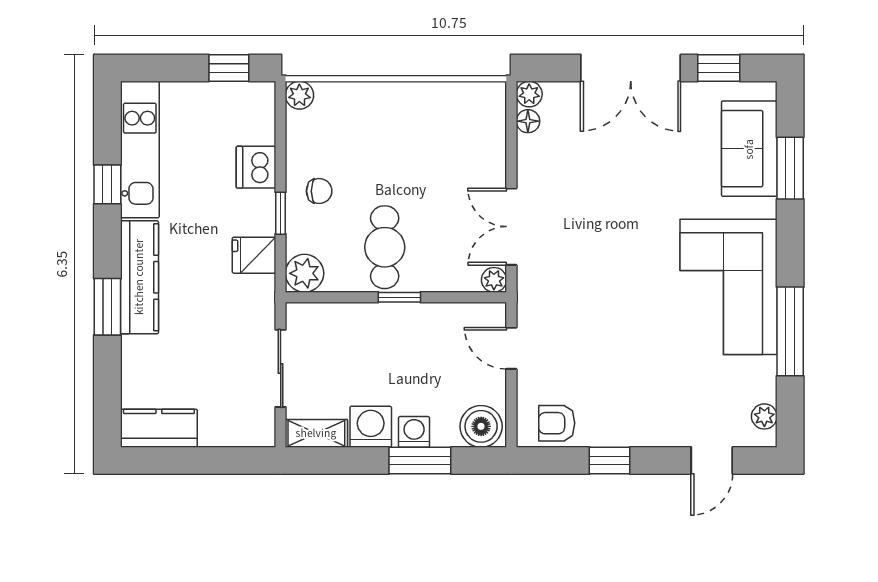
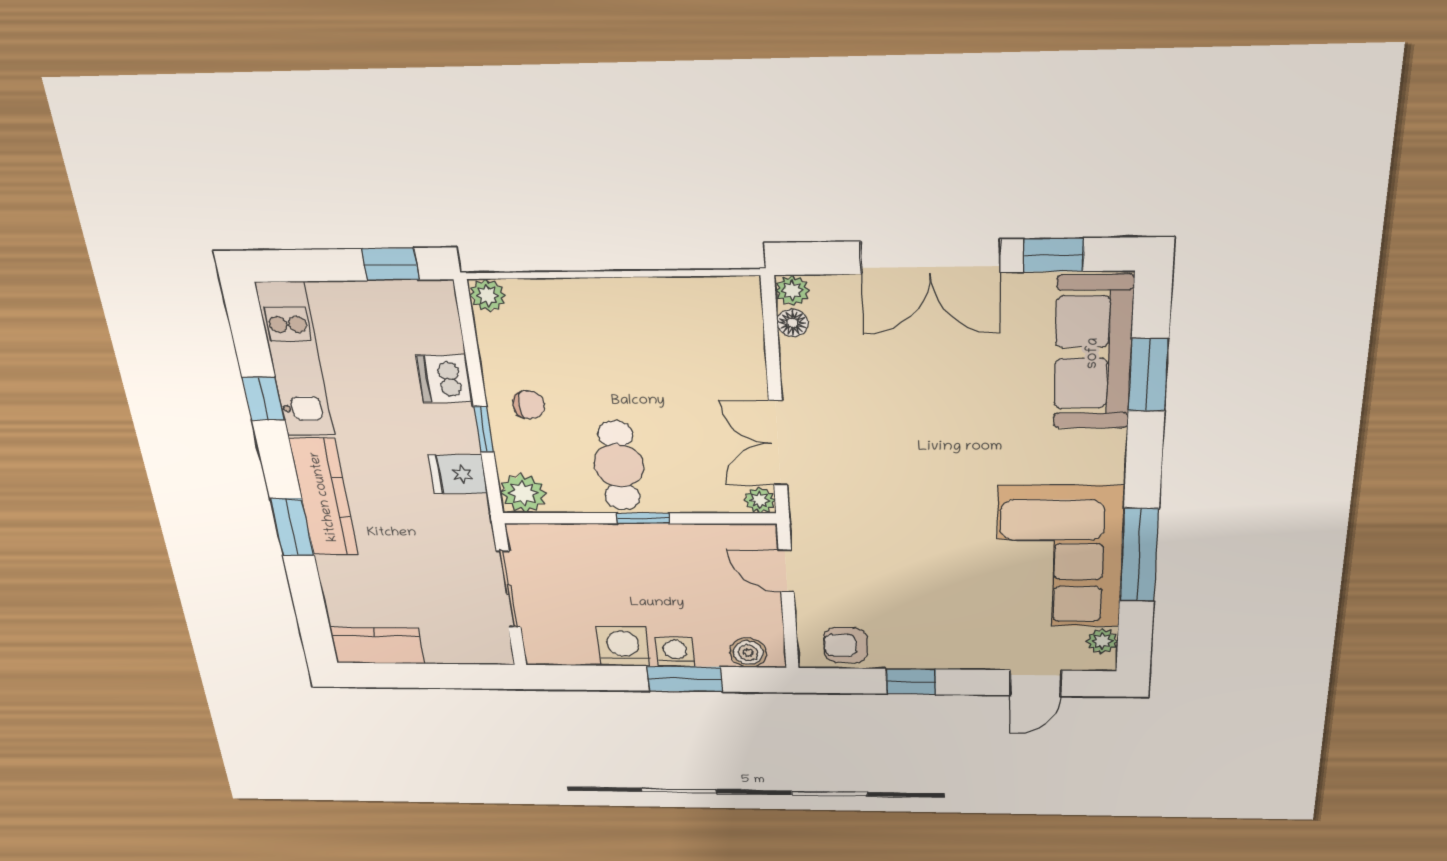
sofa: (749, 149) -> (1093, 353), width x1.36
corner sofa: (729, 287) -> (1059, 557), moved
boiler: (481, 426) -> (748, 653), width x0.73, depth x0.73
shelving: (316, 433) -> (560, 652), removed

